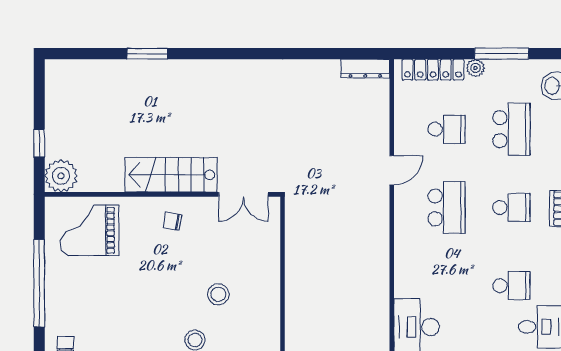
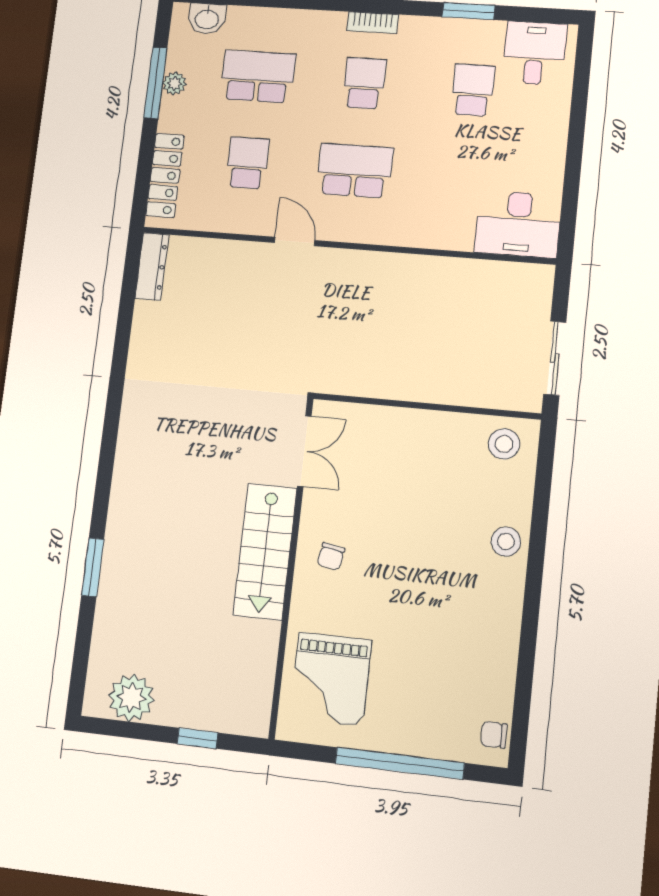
plant: (475, 68) -> (175, 83), moved
plant: (61, 176) -> (131, 698), moved
stool: (218, 294) -> (504, 444), moved

